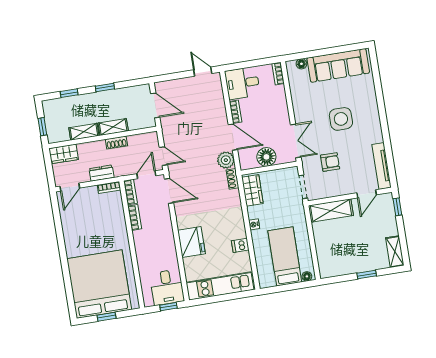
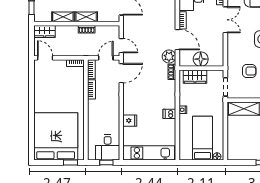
double door: (296, 141) -> (225, 20), moved
dresser: (101, 173) -> (71, 51), removed
door: (70, 187) -> (45, 58), swing flipped
wardrobe: (252, 190) -> (195, 77), moved, turned 90
door: (169, 191) -> (121, 73), hinge flipped
fridge: (191, 242) -> (130, 121), width x0.53, depth x0.75
dishwasher: (240, 245) -> (169, 114), moved
window: (106, 317) -> (70, 163), moved

